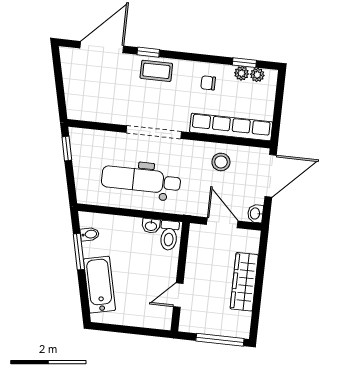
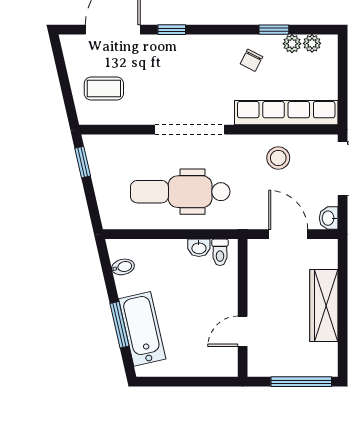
window: (244, 63) -> (274, 30), moved
coffee table: (156, 71) -> (104, 89), moved
chair: (208, 83) -> (251, 60), turned -63
toilet: (169, 235) -> (220, 252), width x0.73, depth x0.72
window: (79, 252) -> (120, 325), moved

